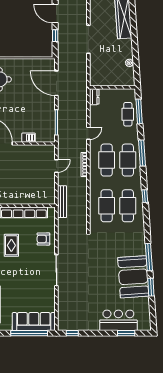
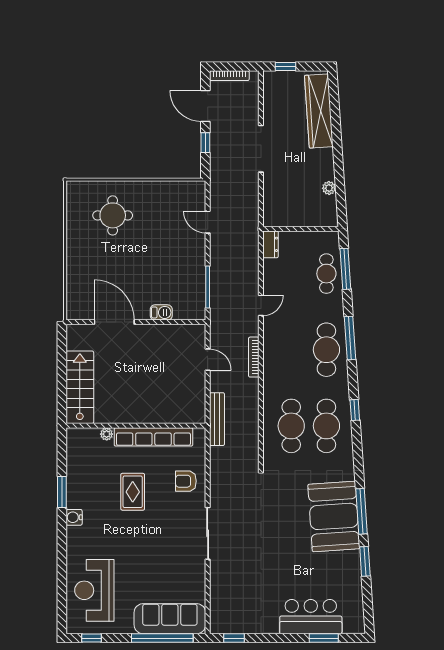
door: (56, 83) -> (208, 222), width x0.53
cafe table: (107, 160) -> (291, 350), removed
door: (56, 166) -> (208, 360), hinge flipped
booth: (133, 277) -> (334, 516), moved

